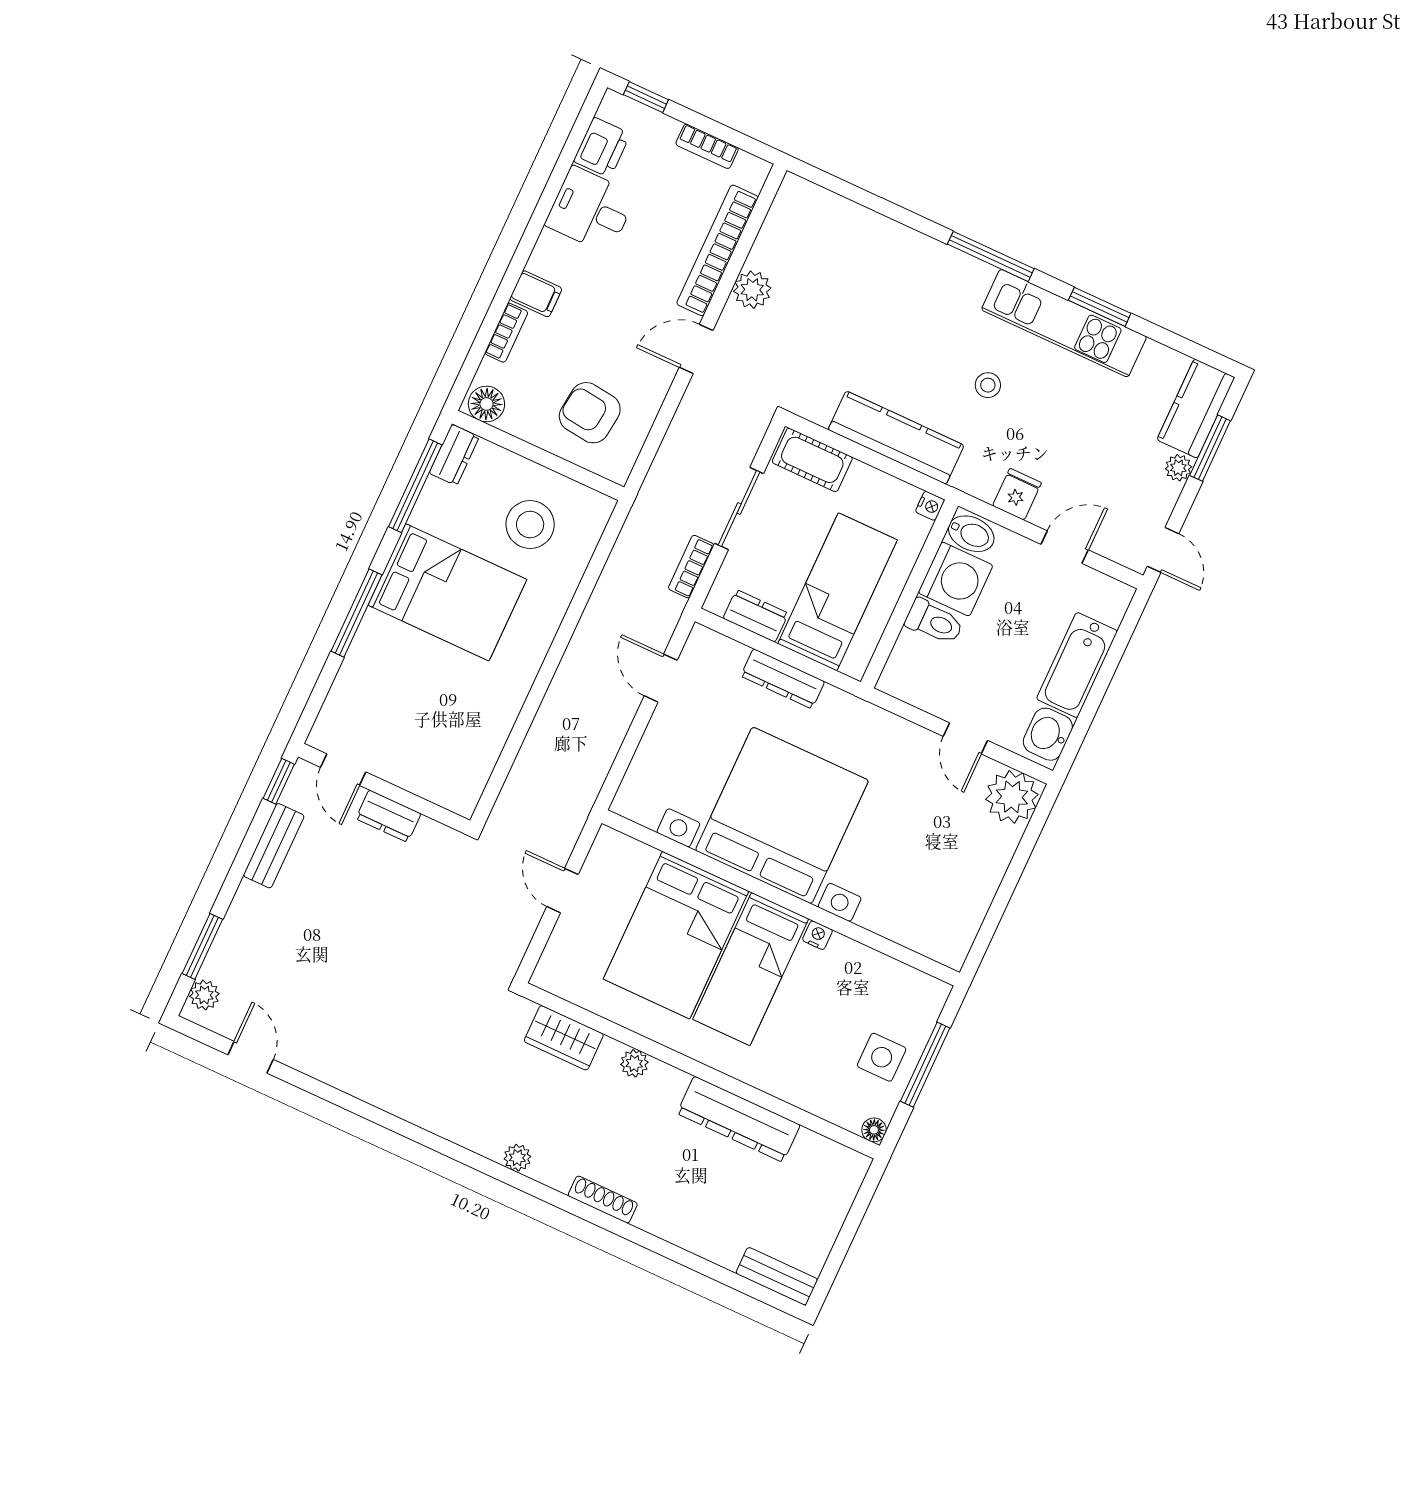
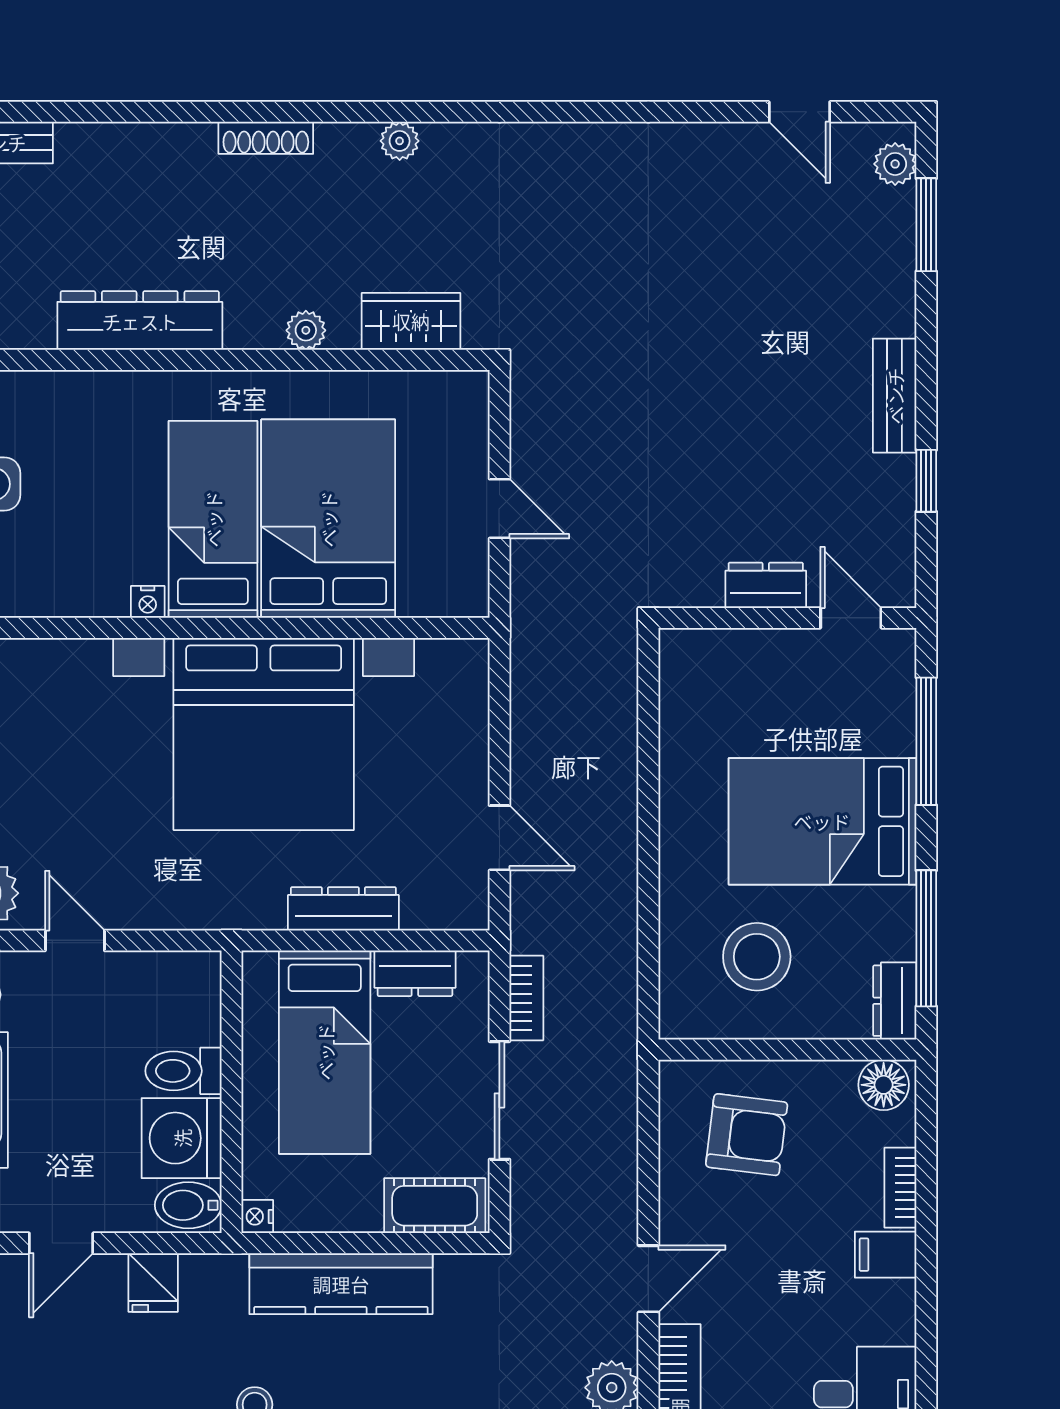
door: (343, 770) -> (851, 618), moved
wall: (384, 789) -> (787, 618), moved
dresser: (388, 816) -> (766, 585), moved

